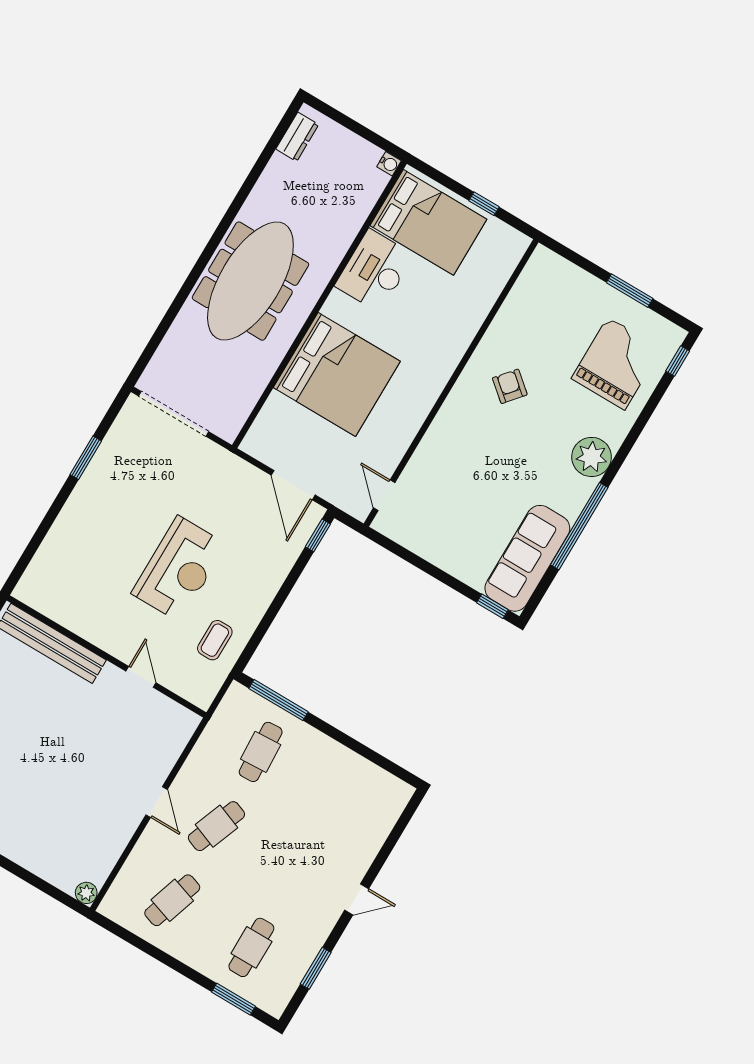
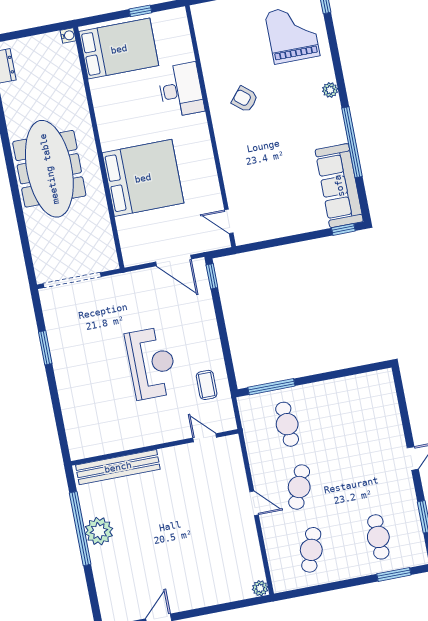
desk: (374, 271) -> (181, 90), moved, turned 180
plant: (592, 457) -> (330, 90), width x0.53, depth x0.53
door: (141, 677) -> (205, 438), moved

